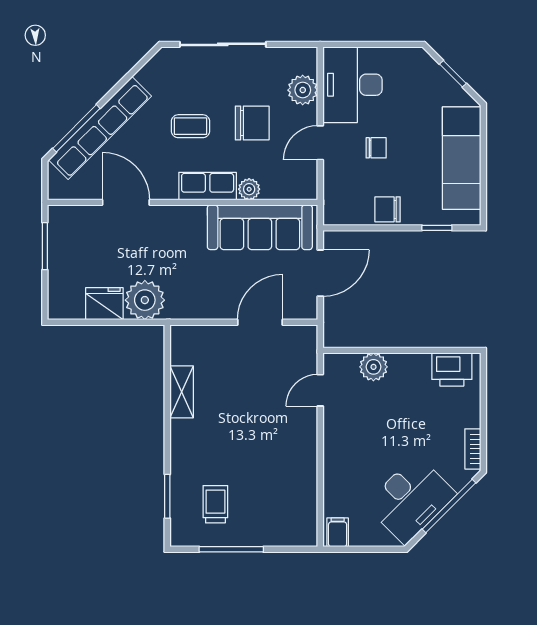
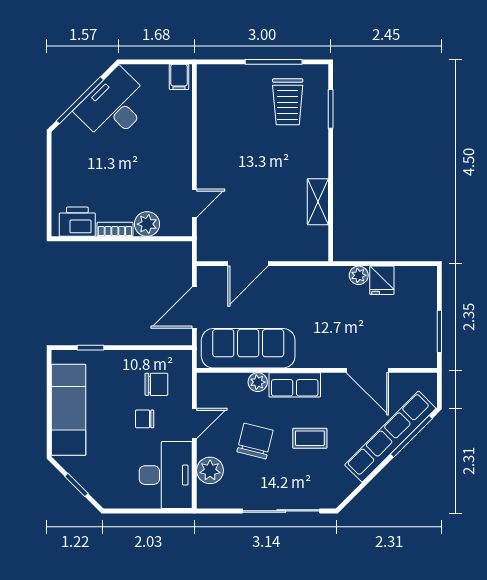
chair: (252, 123) -> (255, 441), turned 104
chair: (388, 209) -> (156, 384), moved
plant: (145, 300) -> (359, 275), width x0.53, depth x0.53
fridge: (104, 304) -> (382, 280), width x0.72
bookcase: (473, 449) -> (115, 229), moved, turned -90
trolley: (215, 504) -> (288, 102), width x1.36, depth x1.39

